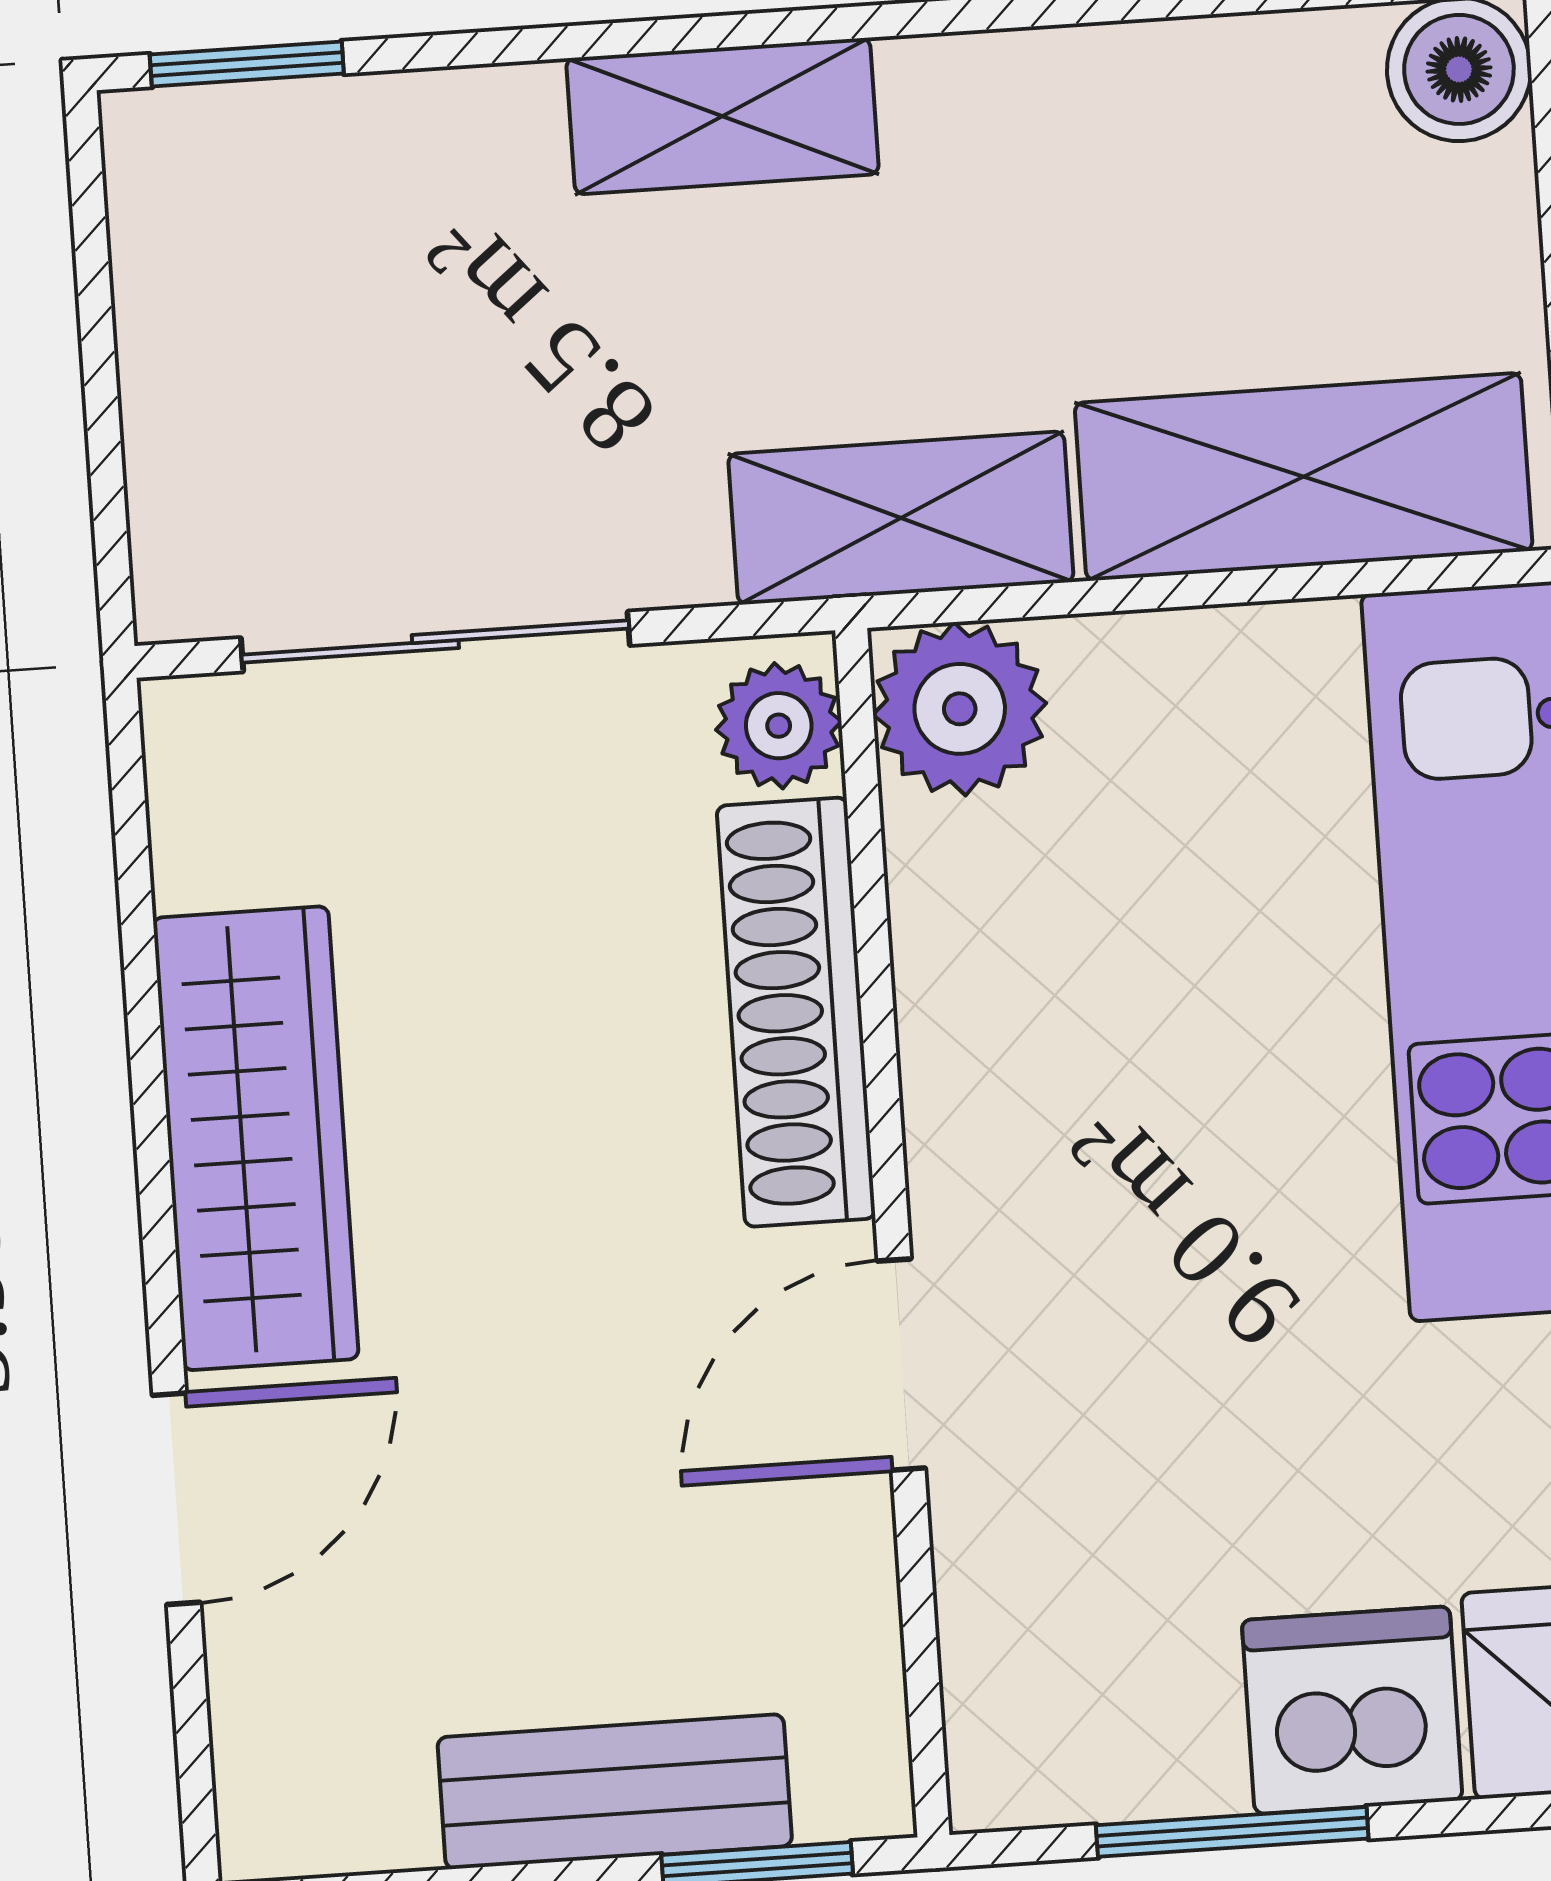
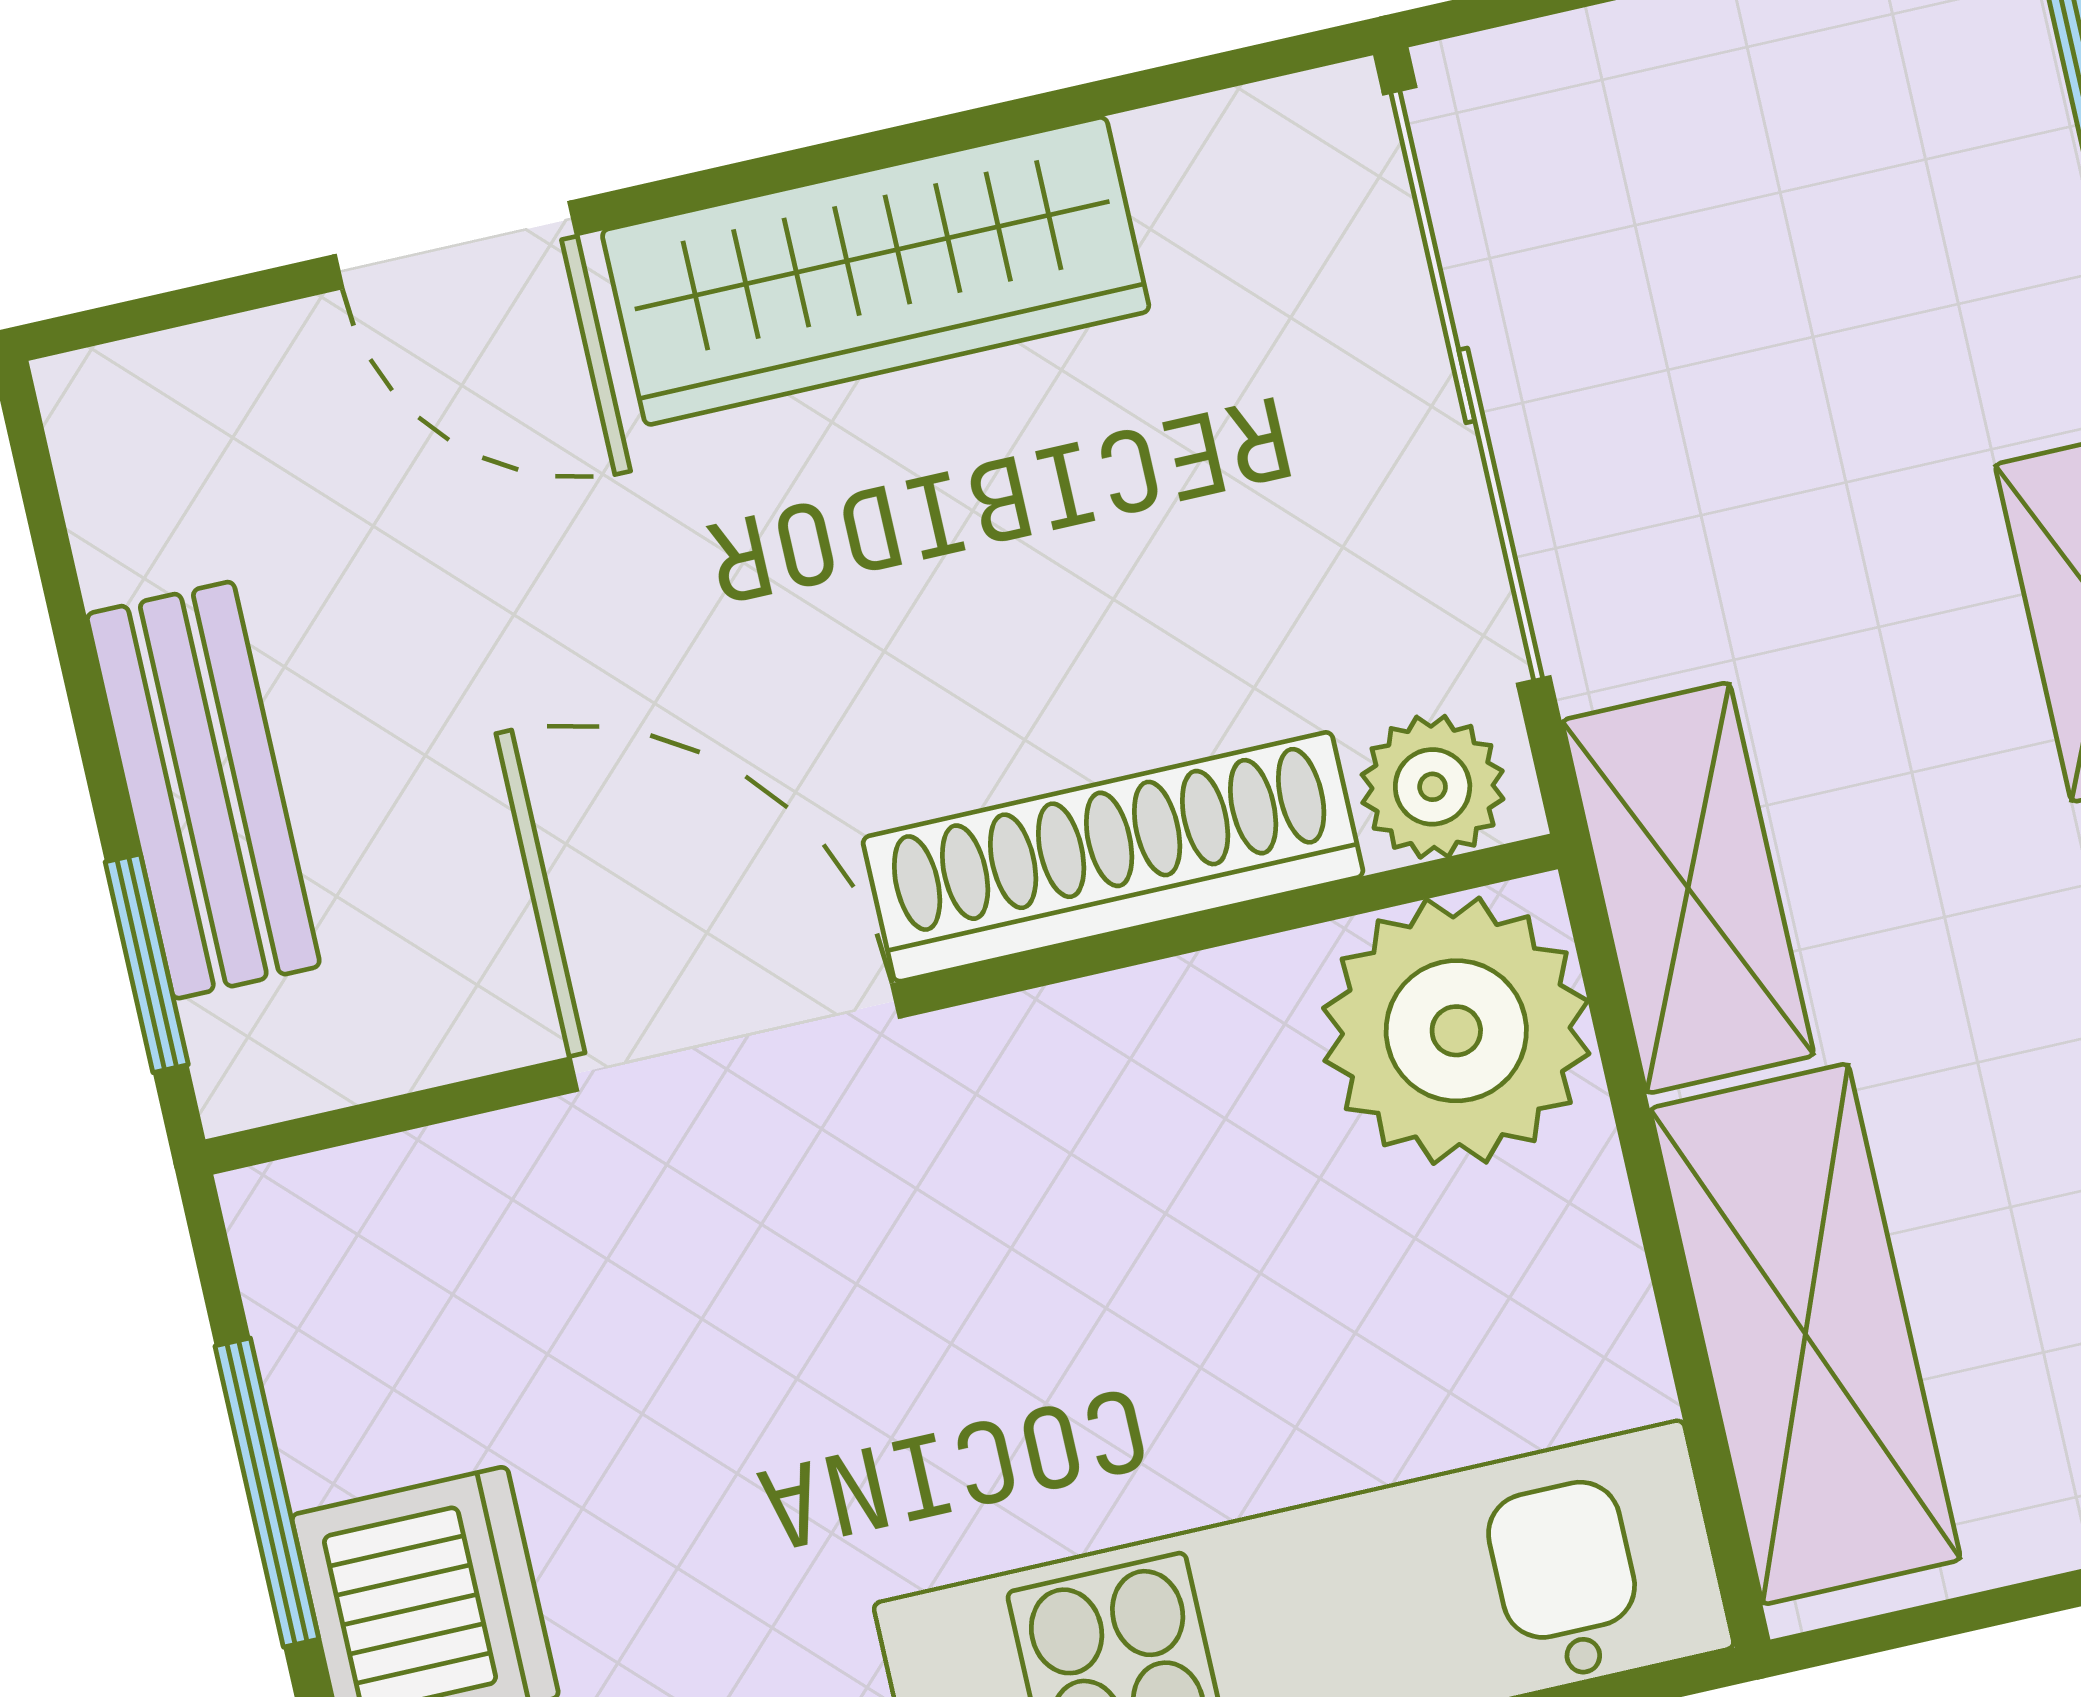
sliding door: (435, 642) -> (1467, 385), width x1.37
plant: (960, 709) -> (1456, 1031), width x1.36, depth x1.36
door: (901, 1365) -> (735, 1038), width x1.38

